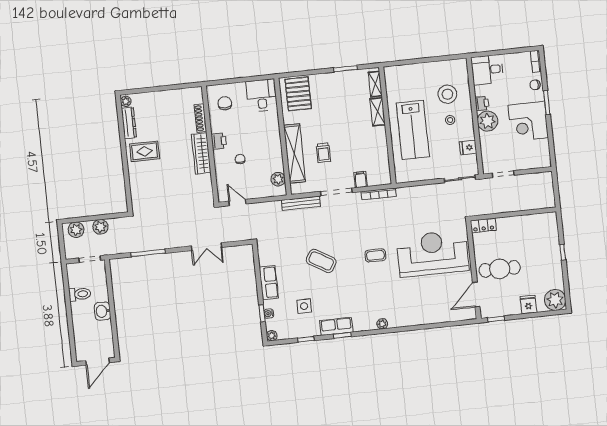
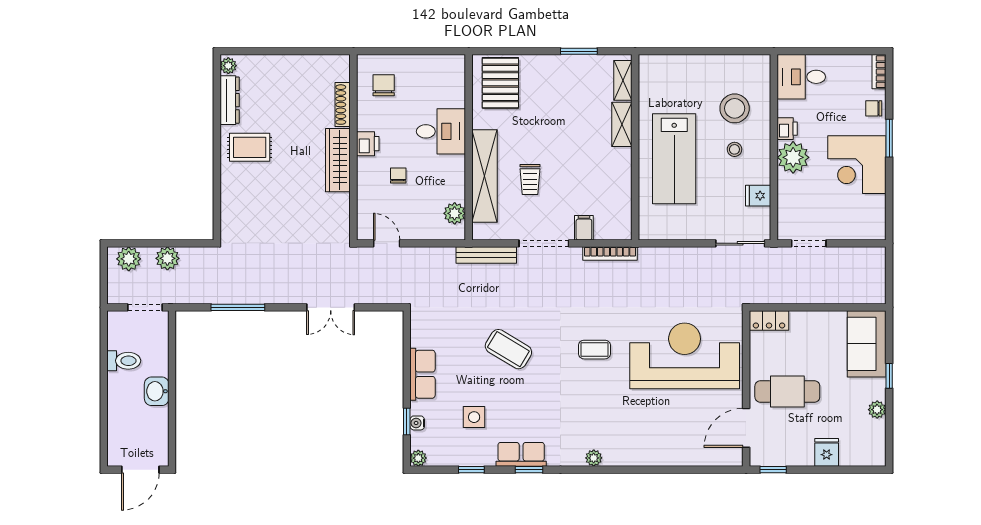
desk: (262, 95) -> (441, 131), moved, turned 90
sofa: (546, 234) -> (867, 344), added
plant: (555, 300) -> (877, 410), moved, width x0.53, depth x0.53

